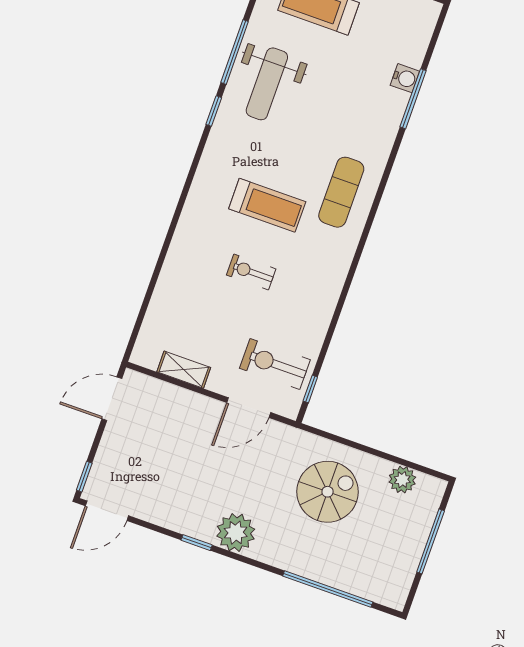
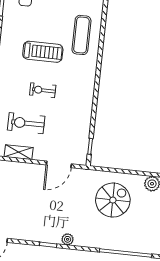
exercise bike: (275, 364) -> (26, 123), moved
plant: (236, 533) -> (68, 239), width x0.53, depth x0.53

